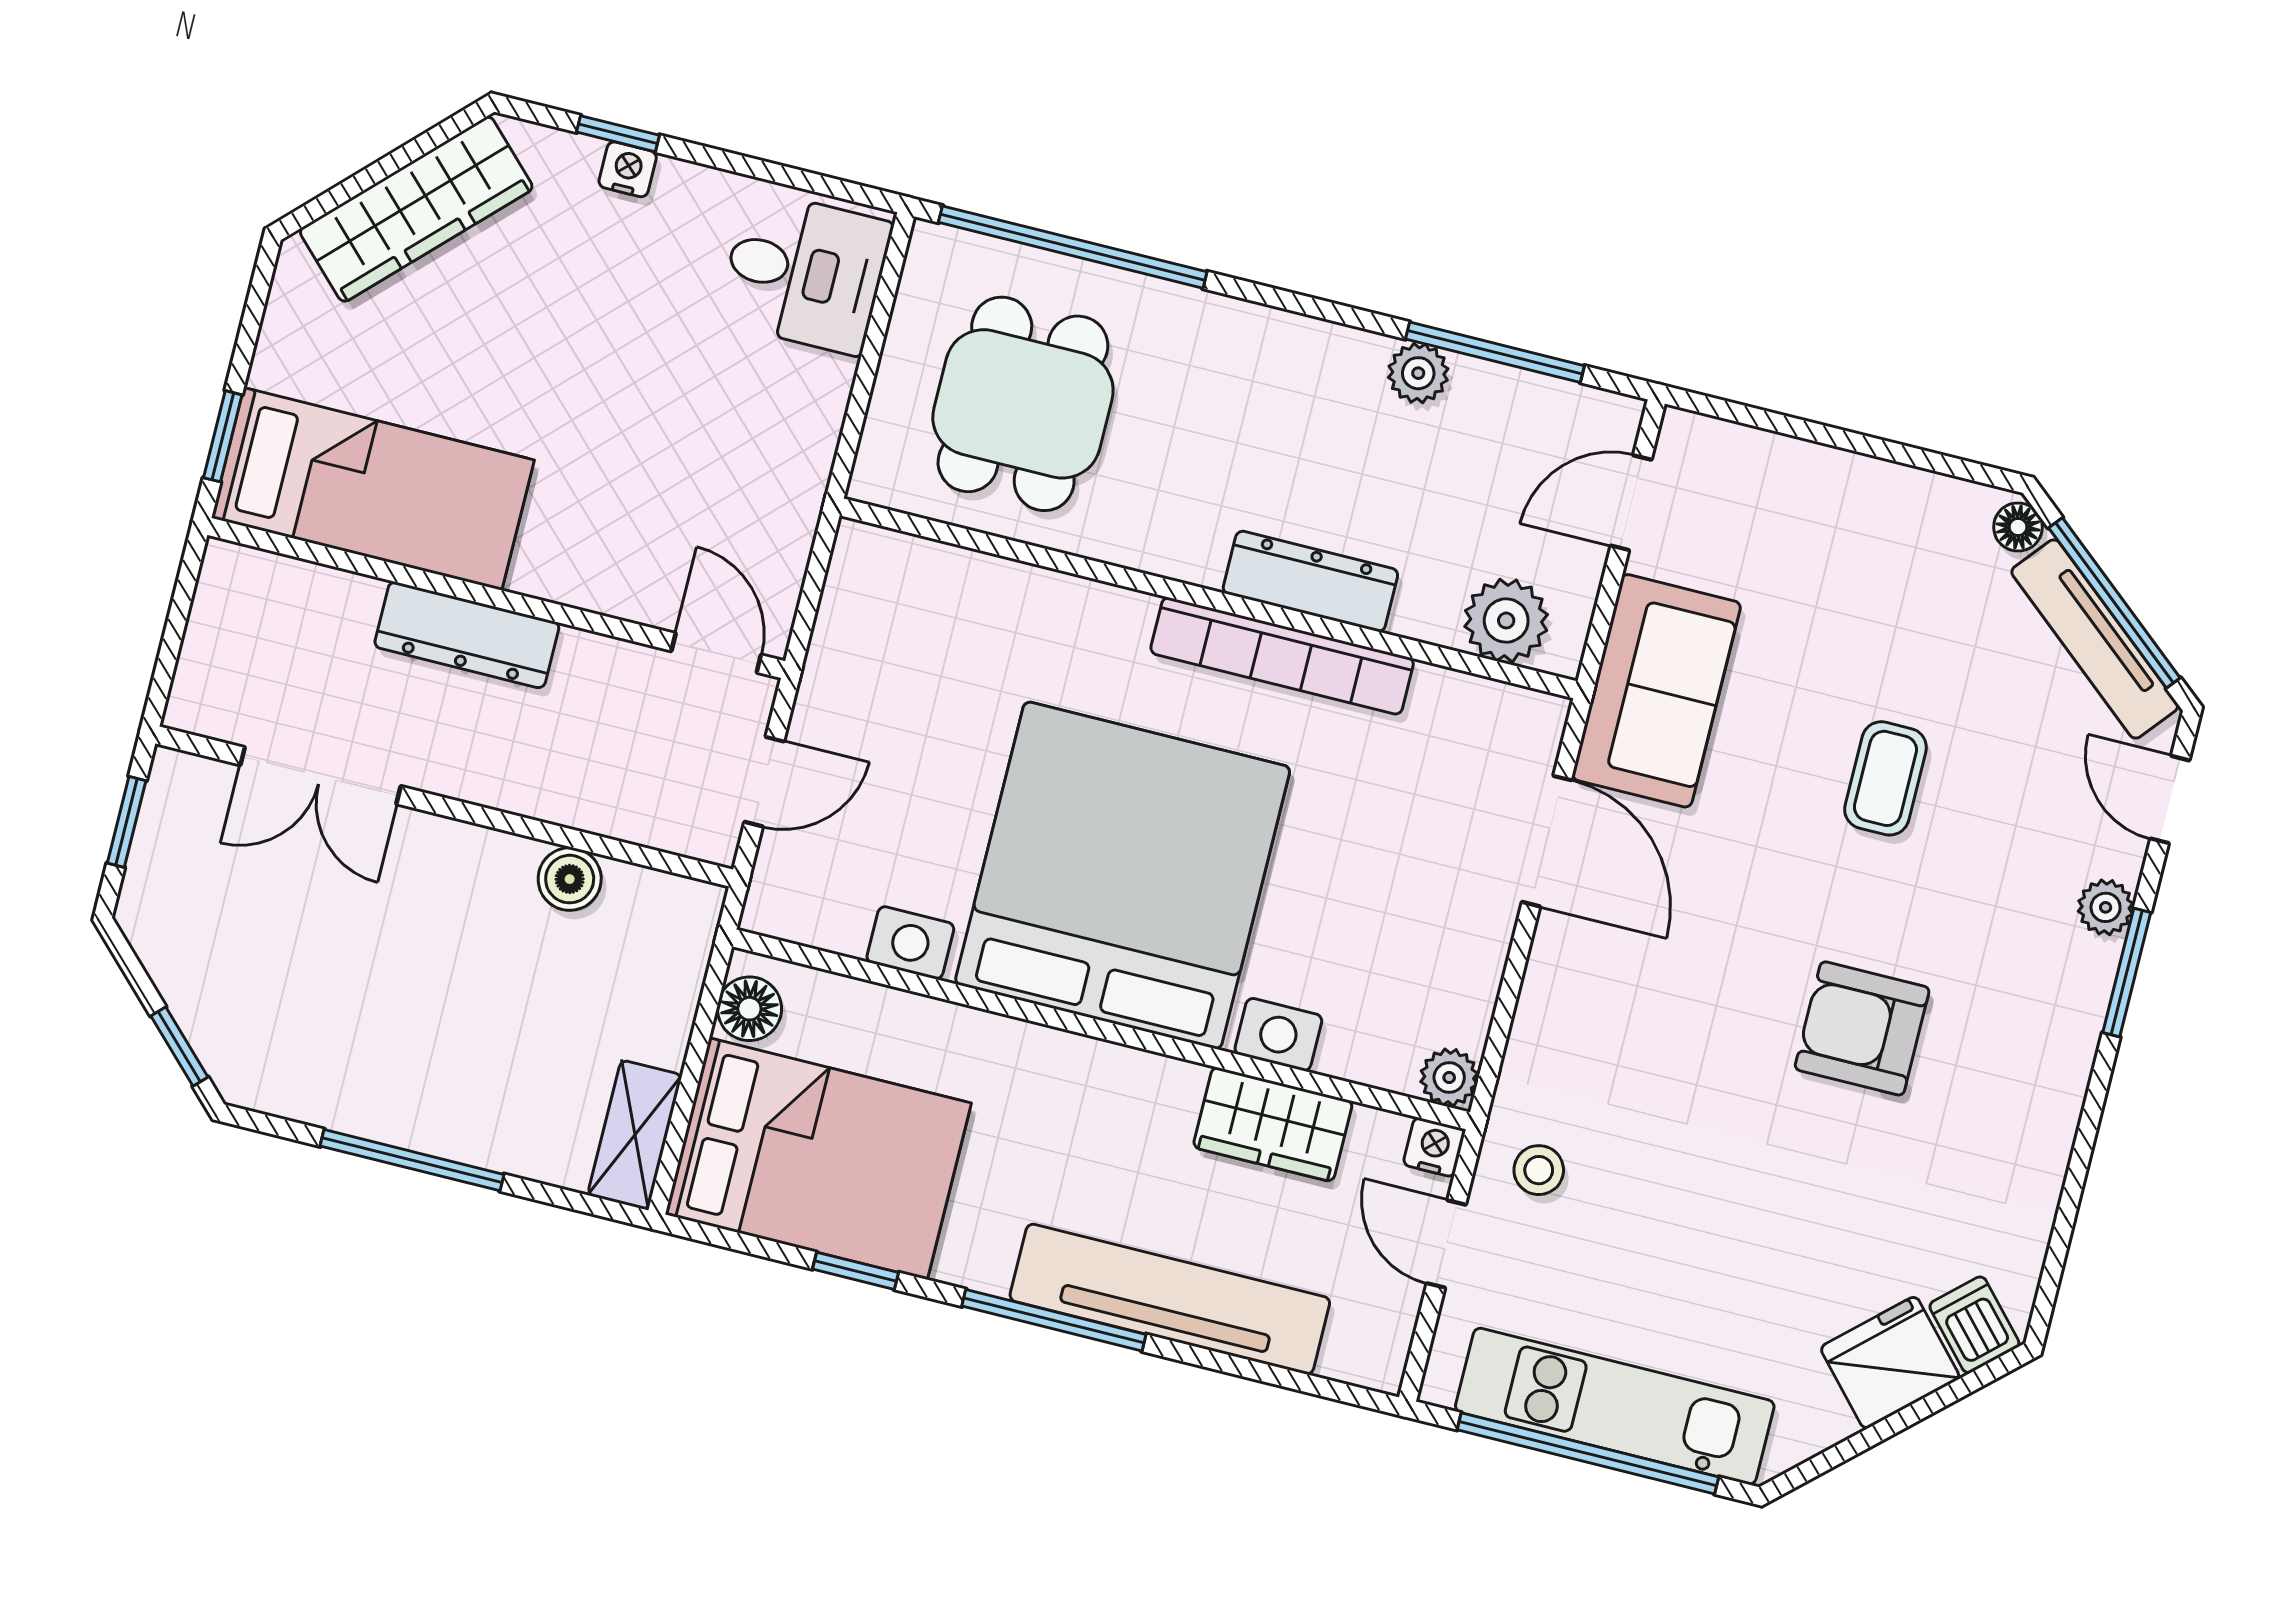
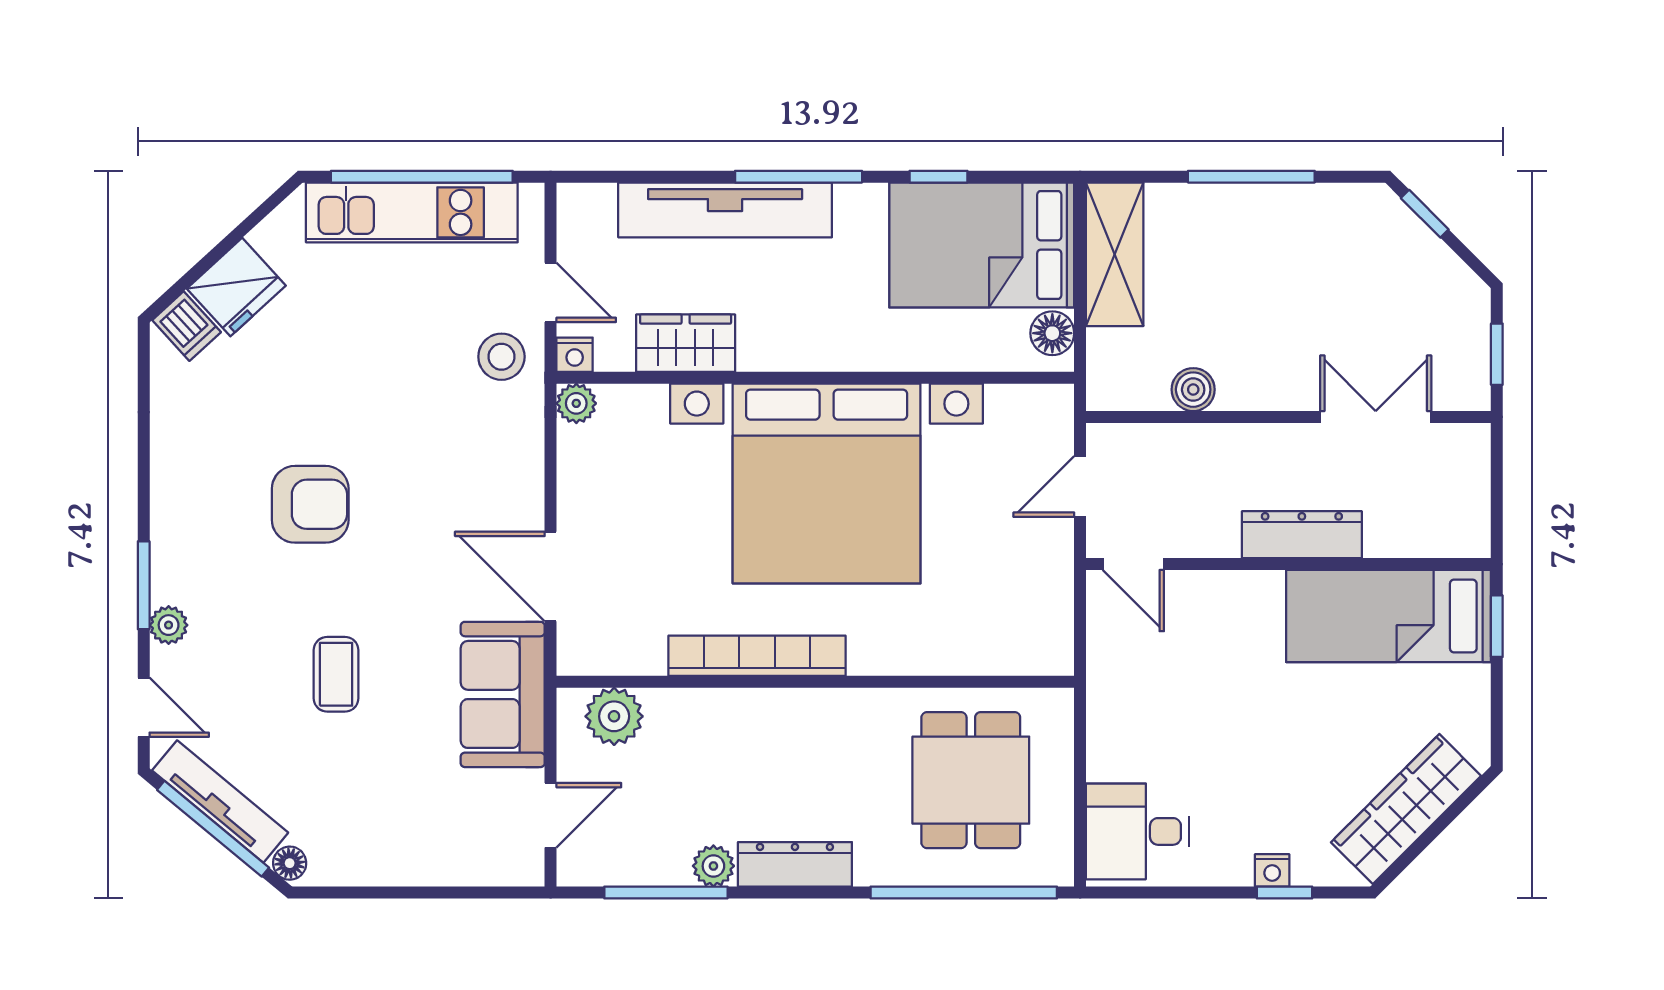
dresser: (1310, 581) -> (795, 864), moved, turned 180
shelving: (635, 1135) -> (1115, 254), width x1.50, depth x1.33
stool: (1539, 1170) -> (501, 357), width x1.37, depth x1.37

